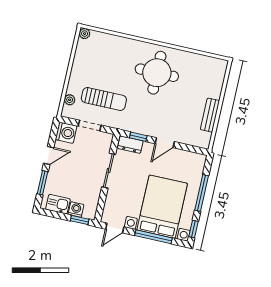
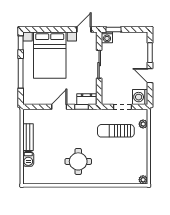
round table: (157, 73) -> (78, 161), width x0.73, depth x0.73
barbecue: (216, 89) -> (28, 159), added
door: (49, 155) -> (150, 76), hinge flipped
sliding door: (109, 171) -> (99, 64), moved
kitchen sink: (58, 204) -> (134, 38), removed
washing machine: (76, 209) -> (107, 37), moved
window: (154, 237) -> (51, 30), removed

